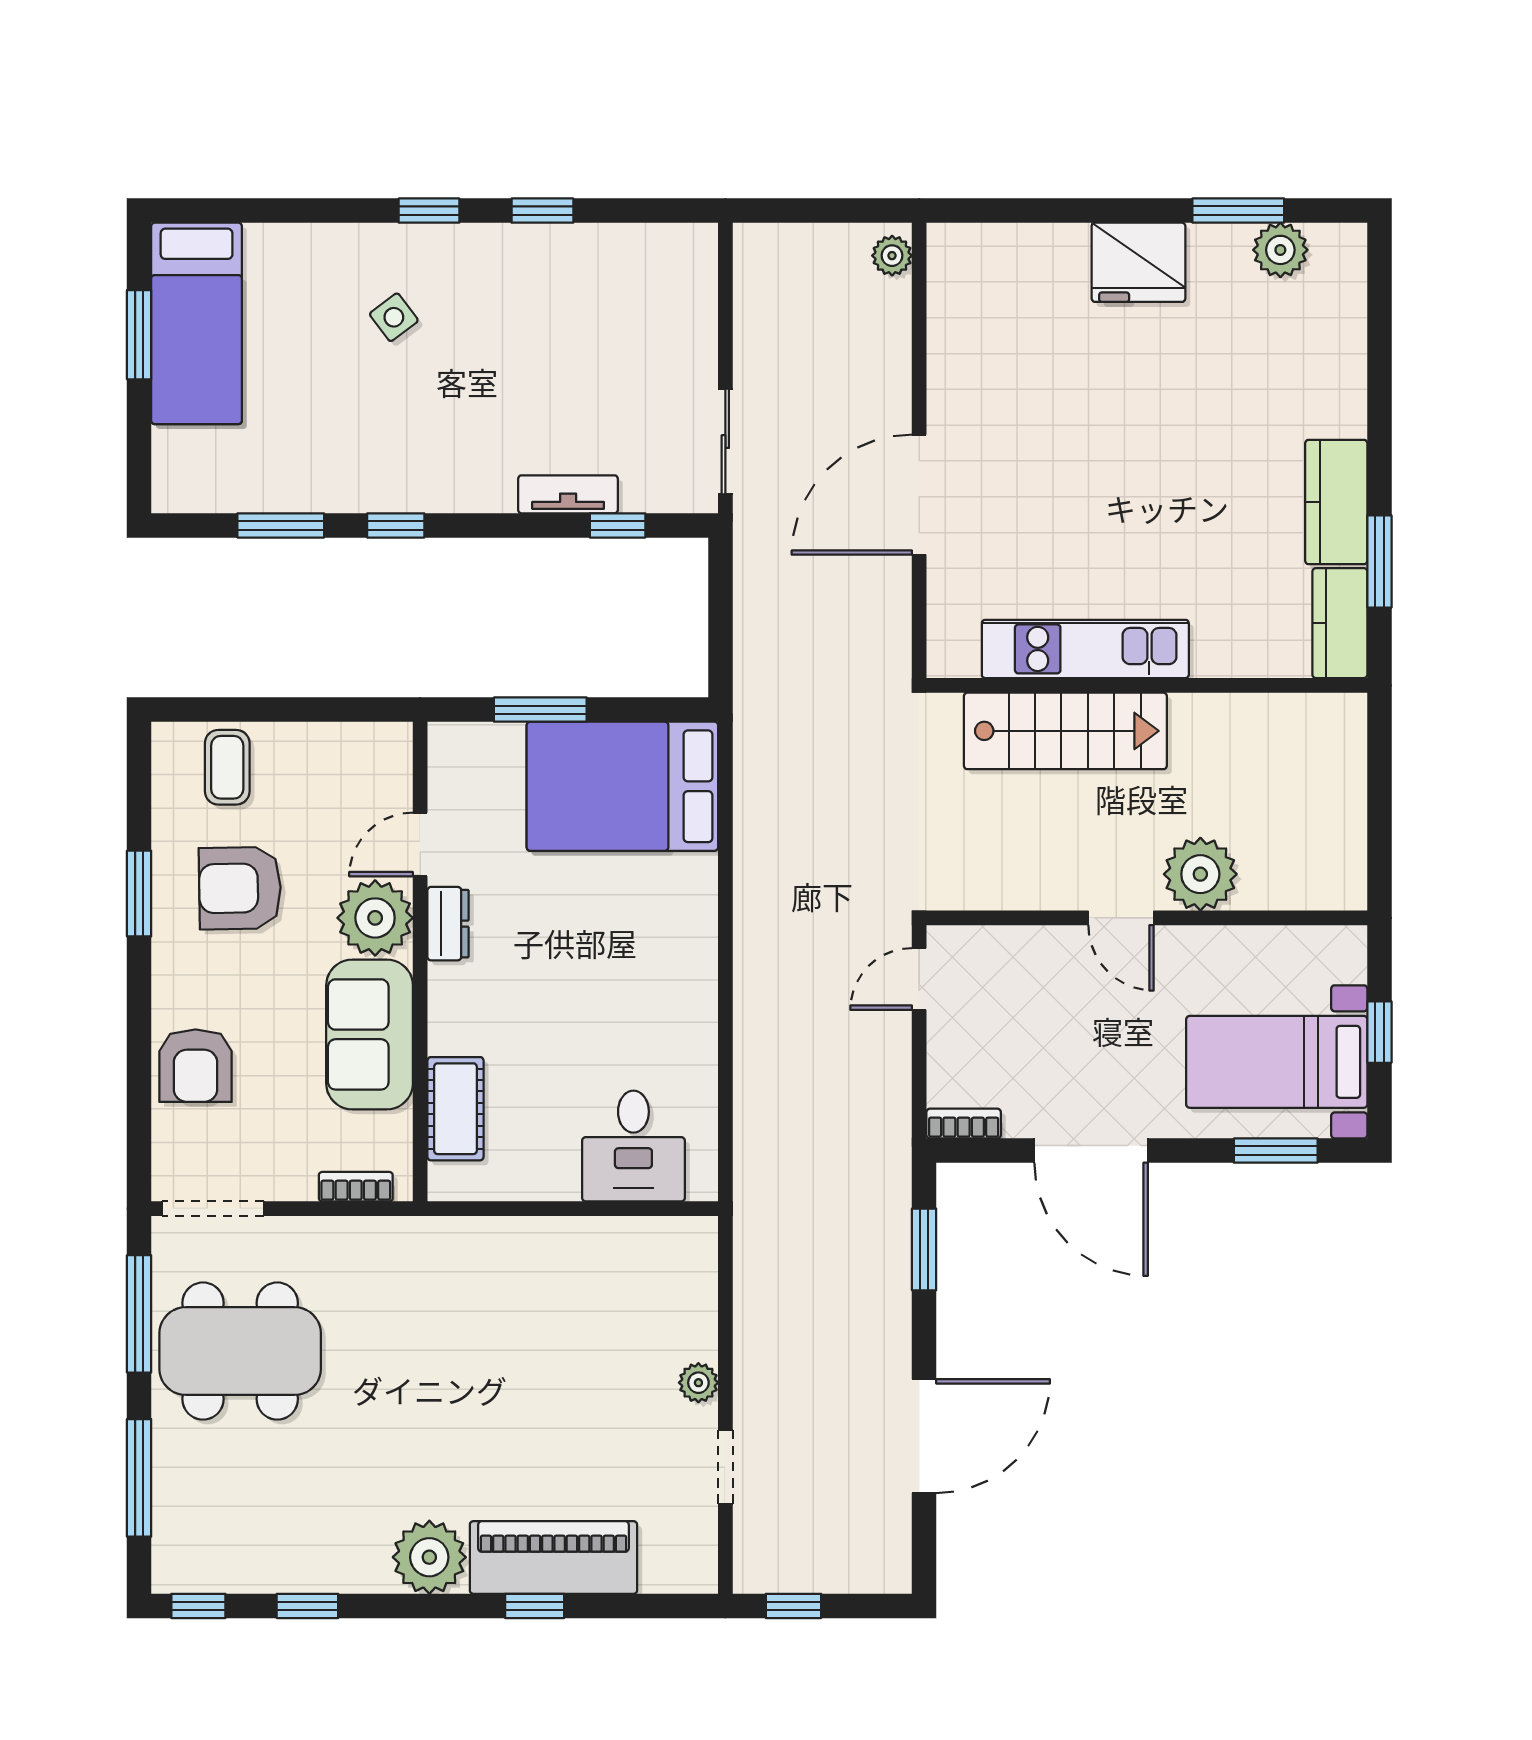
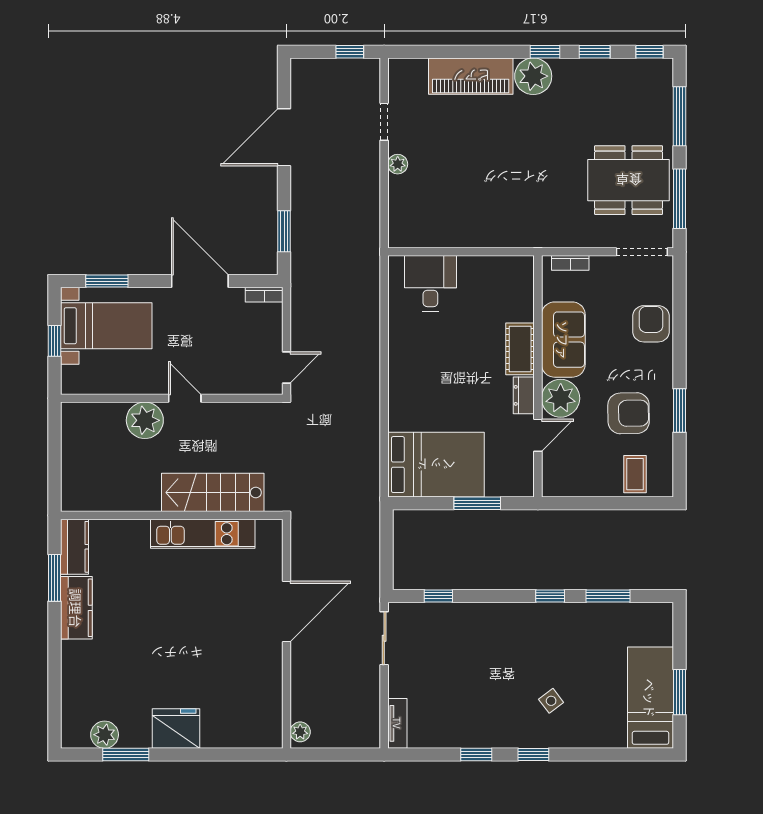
tv unit: (568, 494) -> (397, 723), moved, turned -90
cot: (455, 1109) -> (520, 349), moved
window: (535, 1606) -> (545, 52), moved

